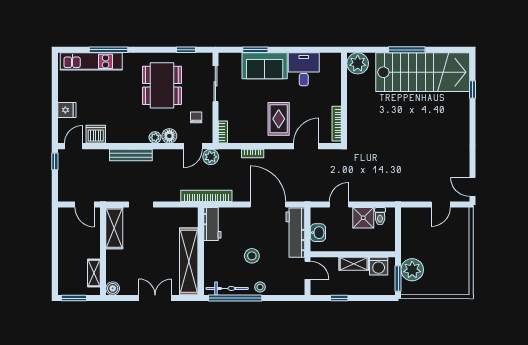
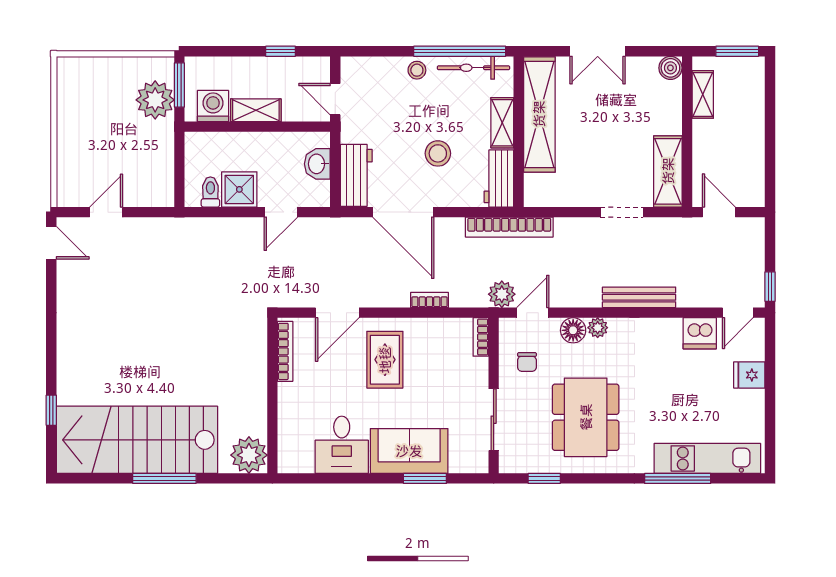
workbench: (295, 233) -> (356, 175), width x0.73
shelving: (210, 256) -> (502, 123), added
stool: (252, 256) -> (438, 153), moved

